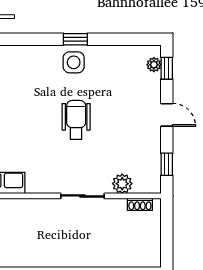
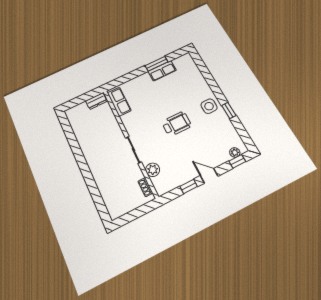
window: (75, 39) -> (229, 111), moved
door: (167, 115) -> (209, 176), swing flipped
window: (167, 164) -> (189, 186), moved

